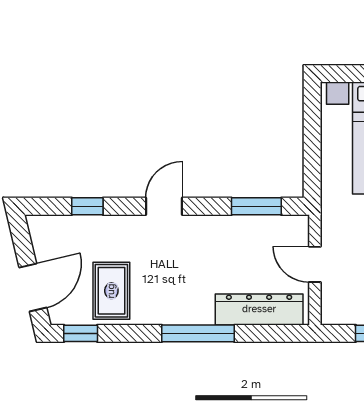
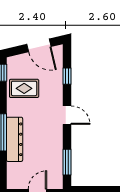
door: (33, 287) -> (39, 45), moved
dresser: (259, 309) -> (15, 139), moved

